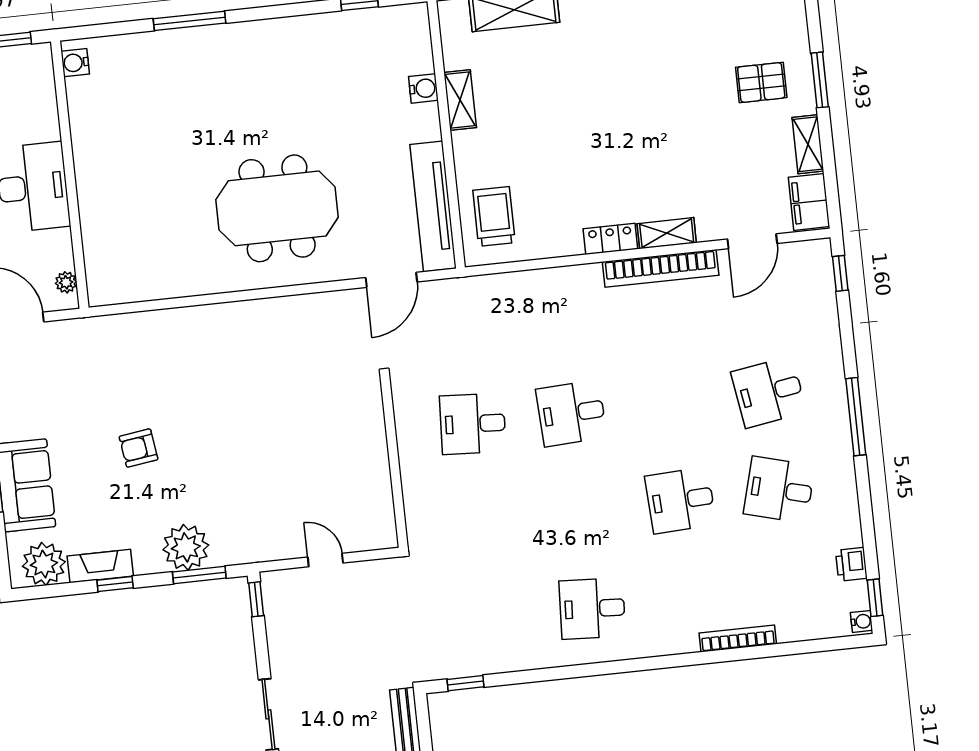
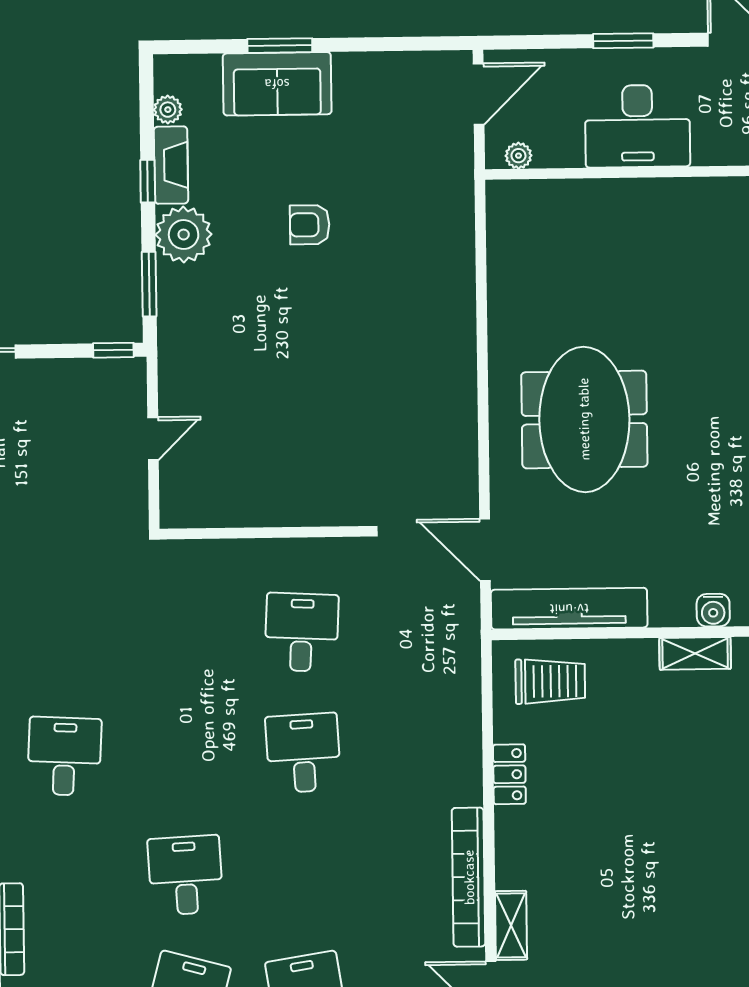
shelving: (667, 233) -> (511, 925), moved
locker: (610, 239) -> (509, 774), moved
armchair: (139, 448) -> (310, 225), turned -82
plant: (186, 547) -> (184, 235), moved
plant: (44, 564) -> (168, 110), width x0.53, depth x0.53

